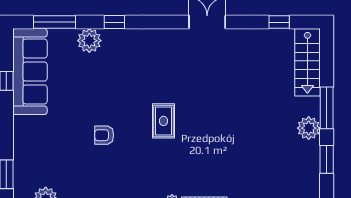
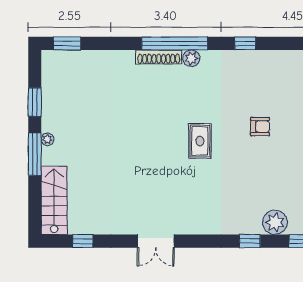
plant: (309, 128) -> (47, 139), width x0.53, depth x0.53

